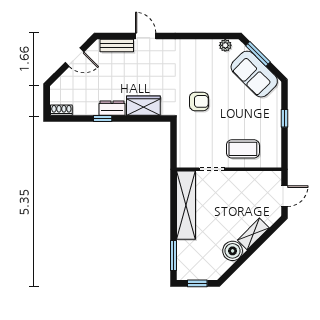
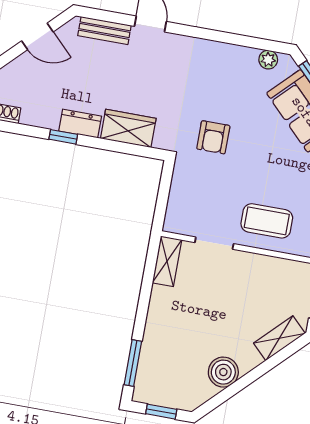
armchair: (199, 101) -> (213, 137), turned 90
shelving: (186, 205) -> (167, 261), width x0.45, depth x0.75
shelving: (253, 234) -> (279, 338), moved

